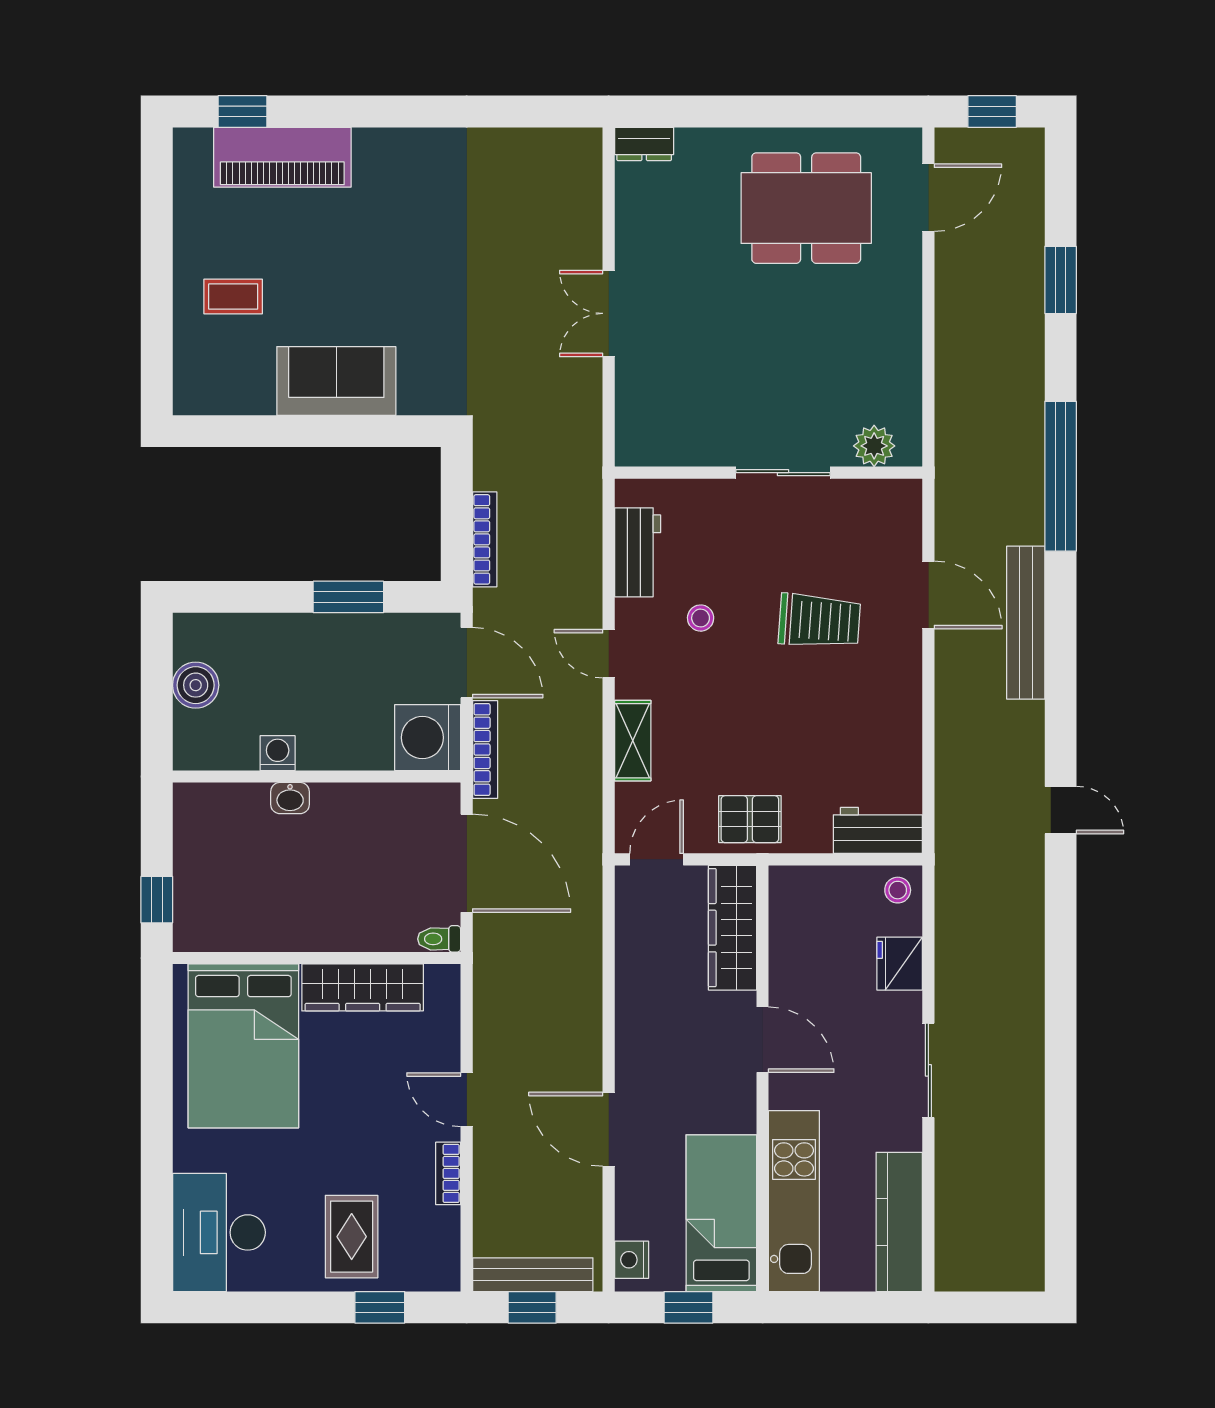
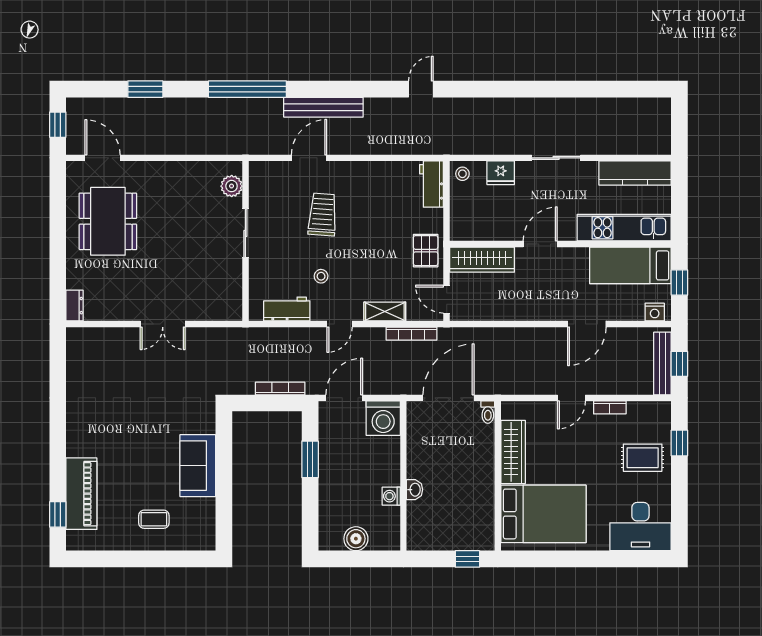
coffee table: (233, 296) -> (154, 519), turned 90
bookcase: (485, 750) -> (412, 334), moved, turned 180

